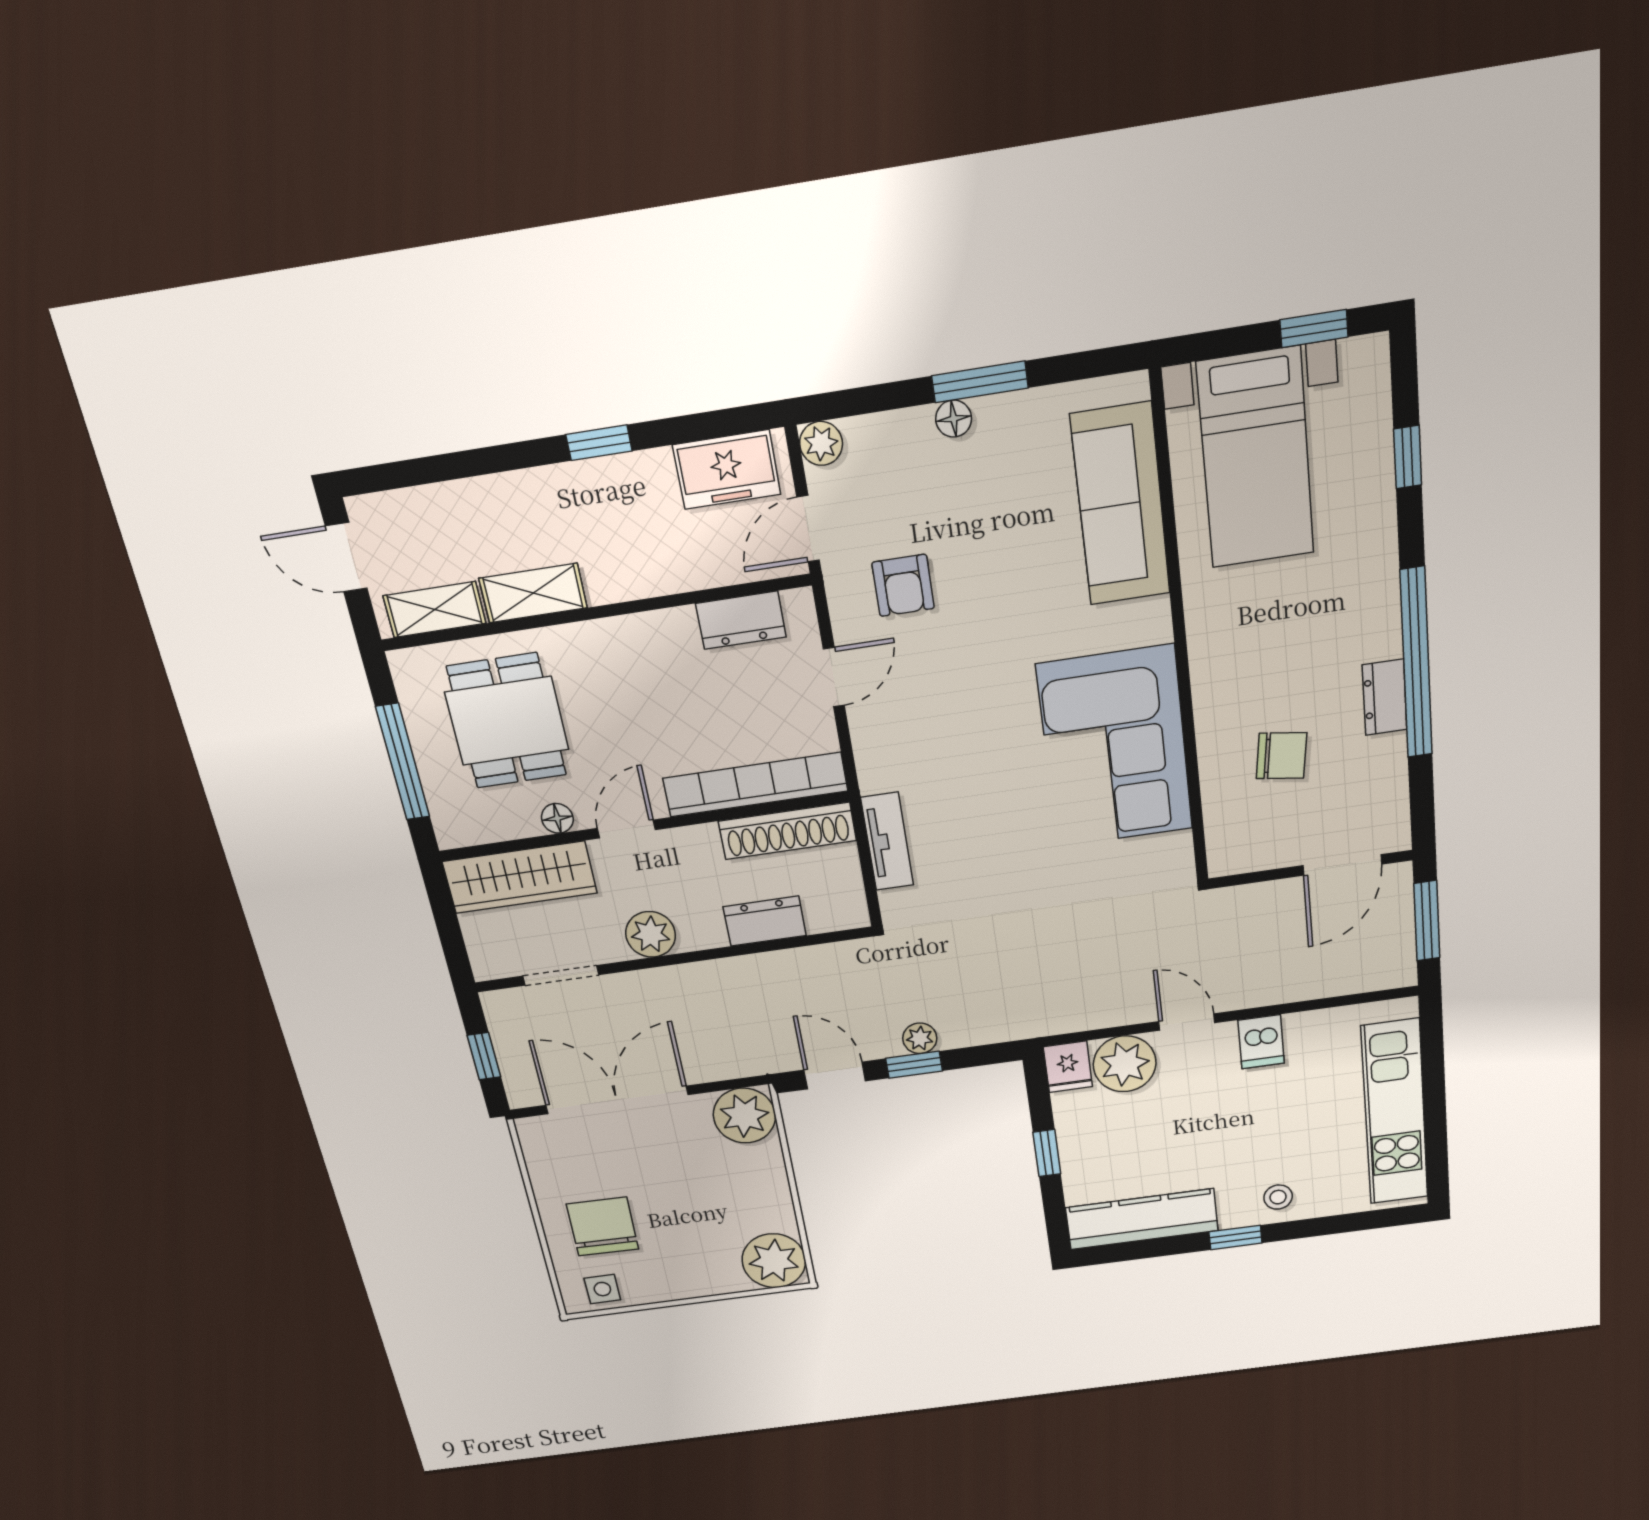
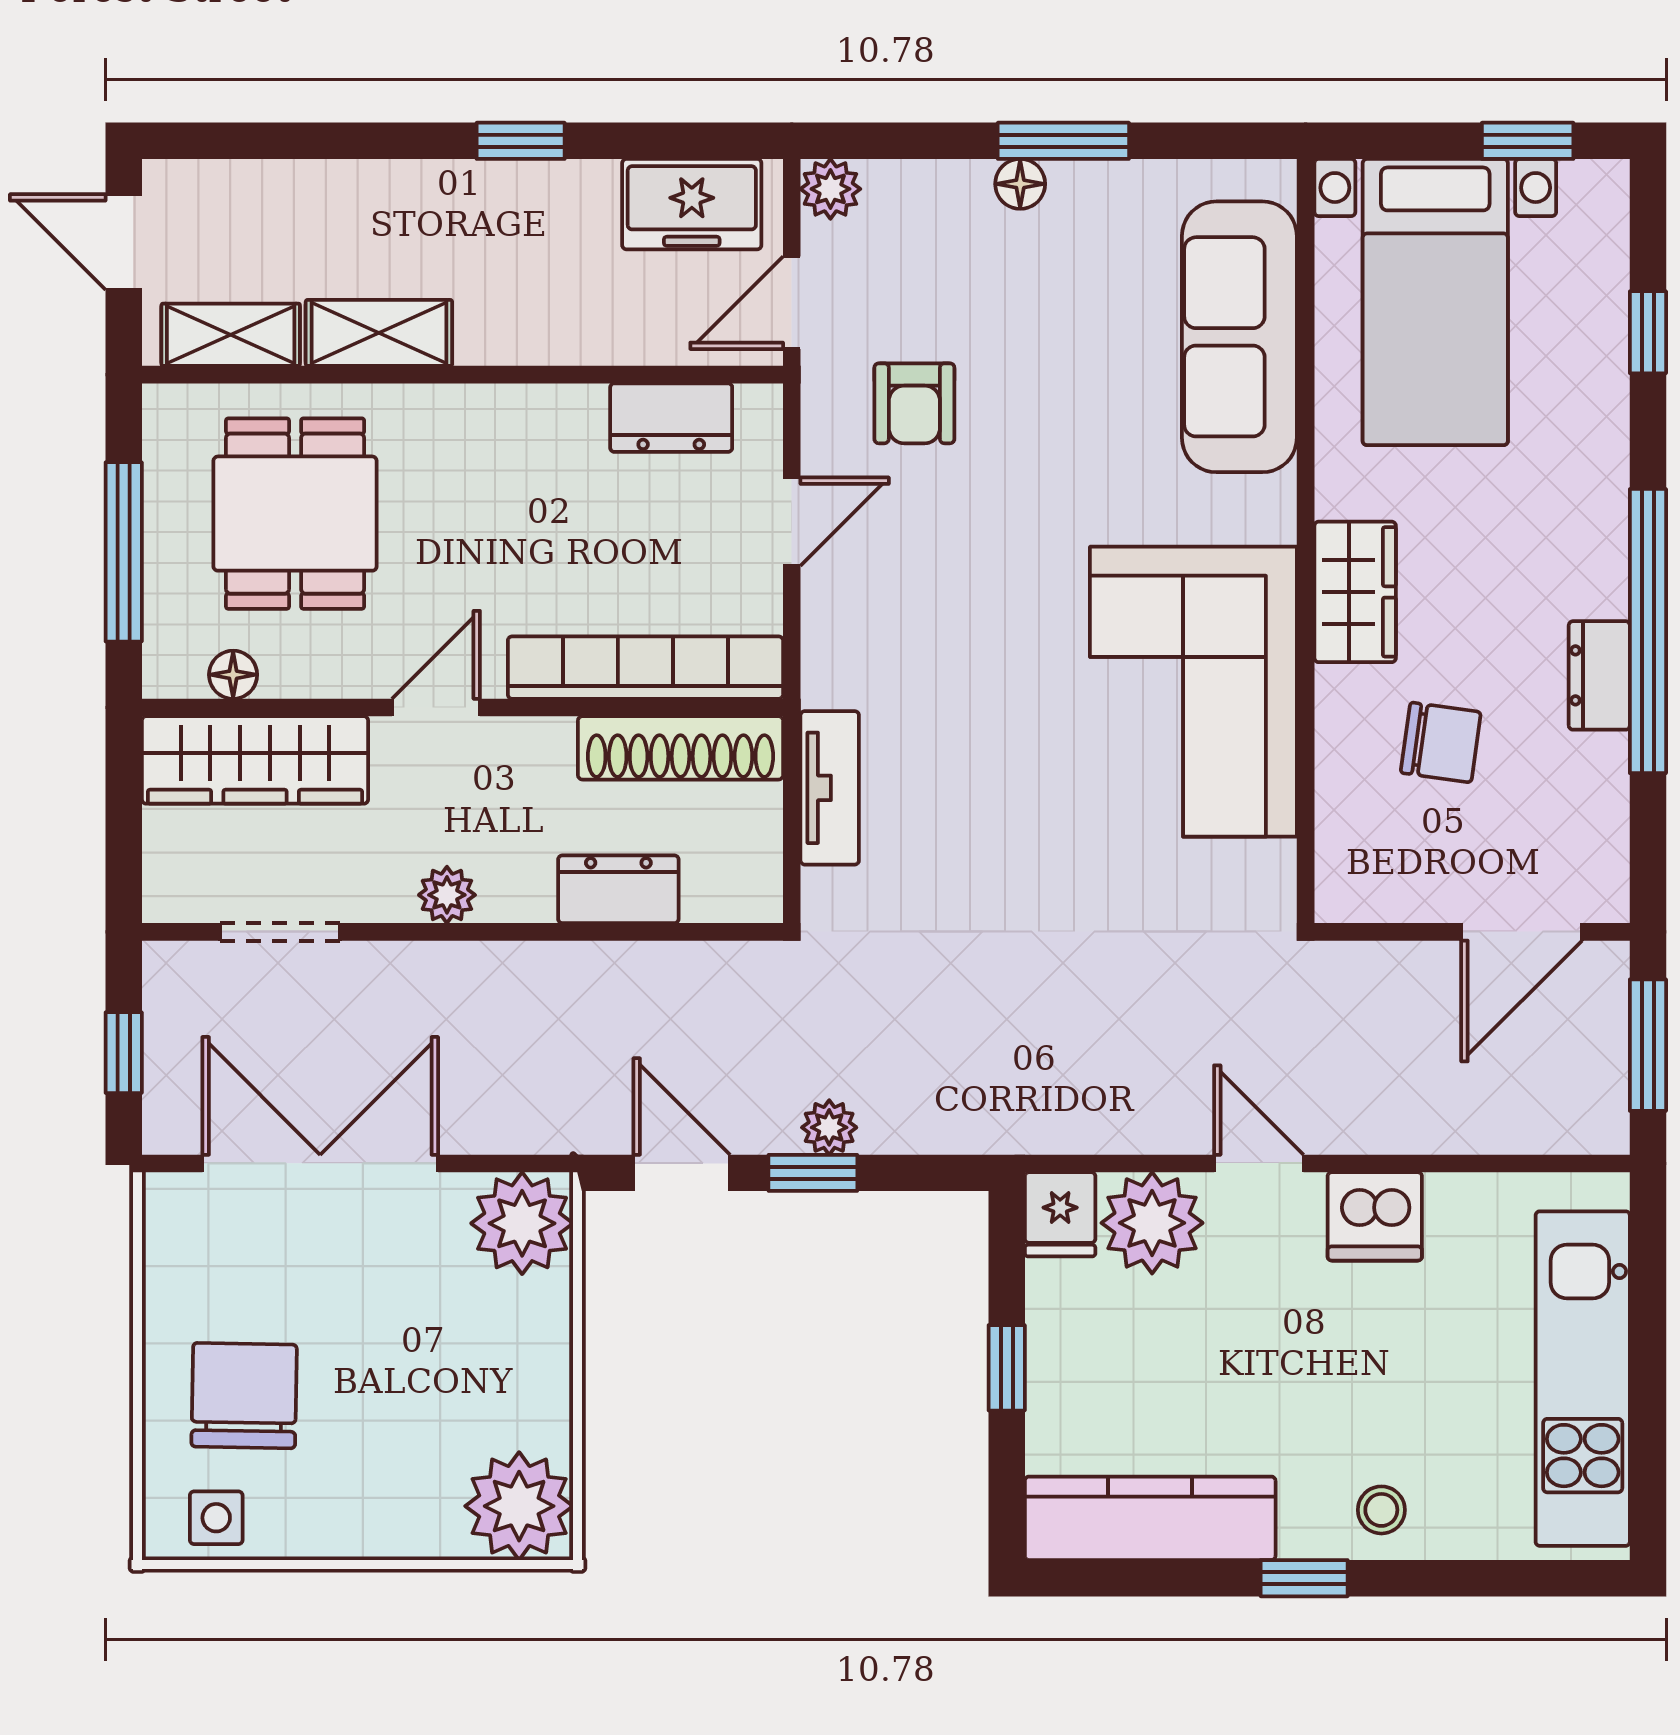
wardrobe: (1216, 667) -> (1355, 592), added
floor lamp: (557, 818) -> (233, 675), moved
plant: (651, 934) -> (447, 895), width x0.73, depth x0.73
dishwasher: (1261, 1042) -> (1375, 1216), width x1.38

